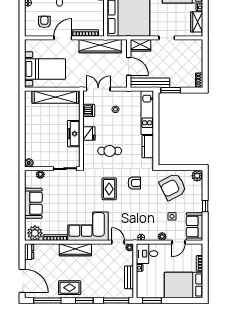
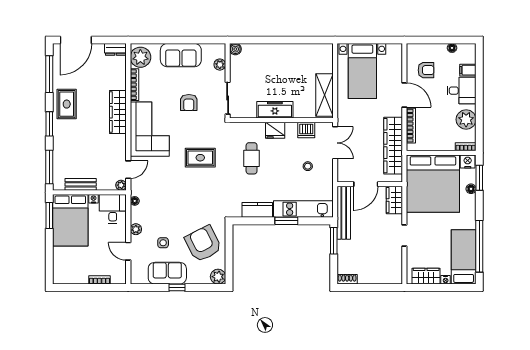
shelving: (55, 97) -> (324, 95), width x0.68
window: (156, 125) -> (286, 221), added
armchair: (134, 183) -> (189, 103), moved
sofa: (195, 227) -> (167, 273), moved
bed: (184, 285) -> (70, 220), moved, turned 180

